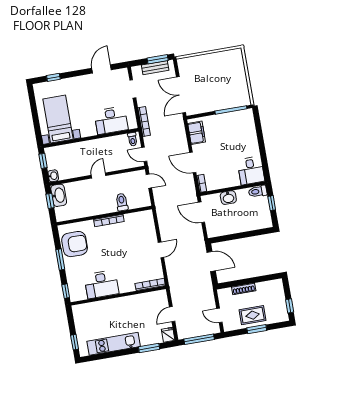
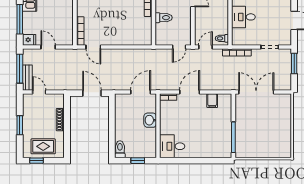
window: (158, 59) -> (294, 63), moved
bench: (155, 68) -> (27, 78), moved
desk: (111, 120) -> (243, 17), width x0.73
filing cabinet: (197, 133) -> (212, 101), width x0.50
toilet: (258, 191) -> (120, 149), moved
door: (161, 250) -> (93, 47), moved
door: (211, 261) -> (92, 93), swing flipped
door: (219, 315) -> (39, 92), hinge flipped
rug: (253, 315) -> (43, 146), moved, turned 90
window: (149, 348) -> (20, 19), width x1.44

